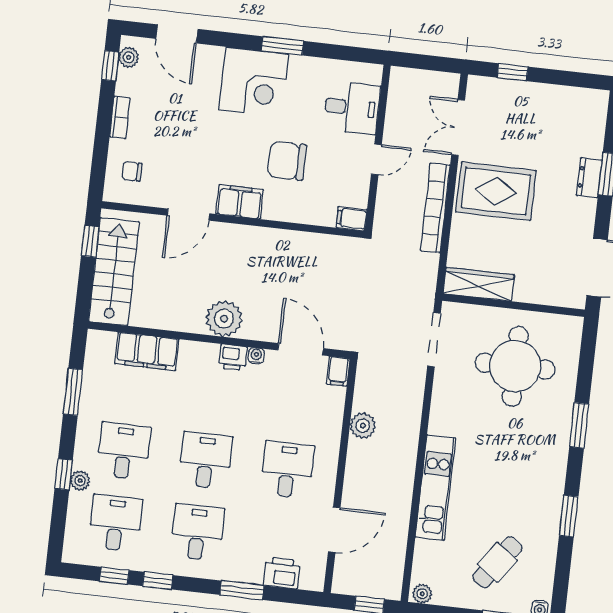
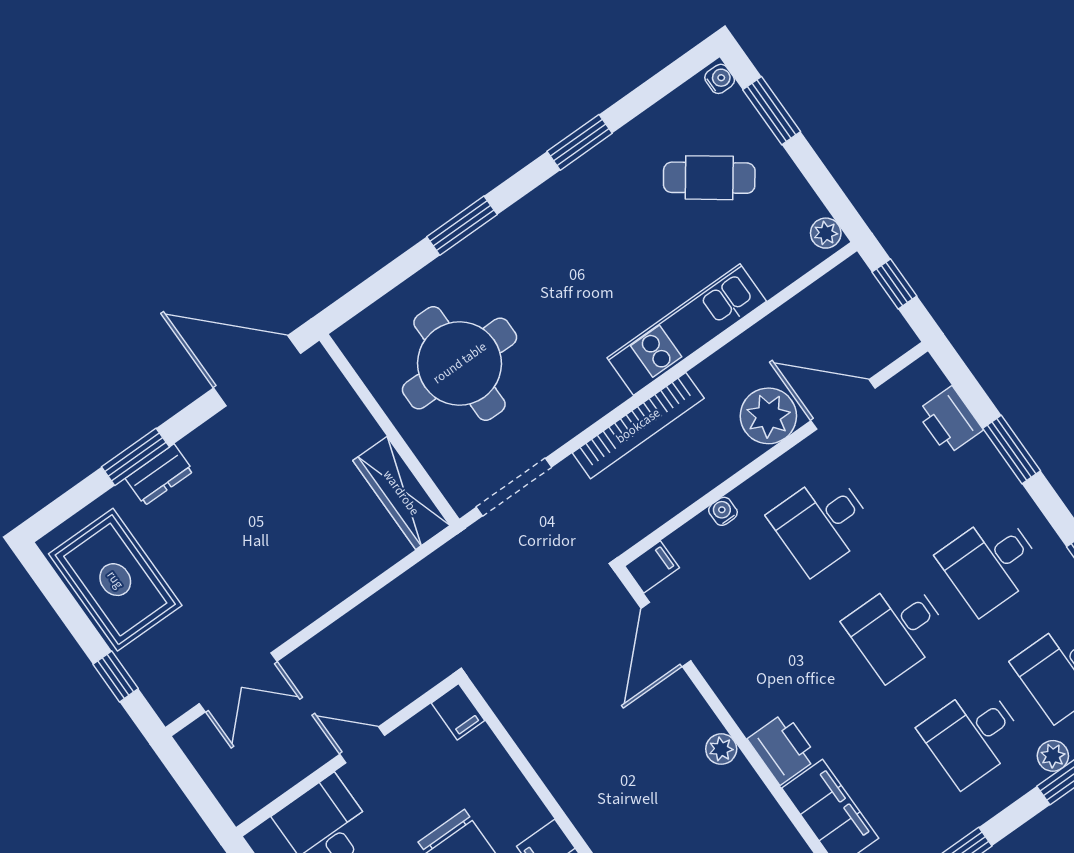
rug: (496, 191) -> (115, 580), moved
bookcase: (435, 208) -> (638, 426), moved
plant: (224, 319) -> (721, 749), width x0.53, depth x0.53
water cooler: (256, 356) -> (723, 511), moved, turned 90
printer: (233, 357) -> (783, 749), moved, width x1.36, depth x1.24
plant: (363, 426) -> (768, 416), moved, width x1.36, depth x1.36

